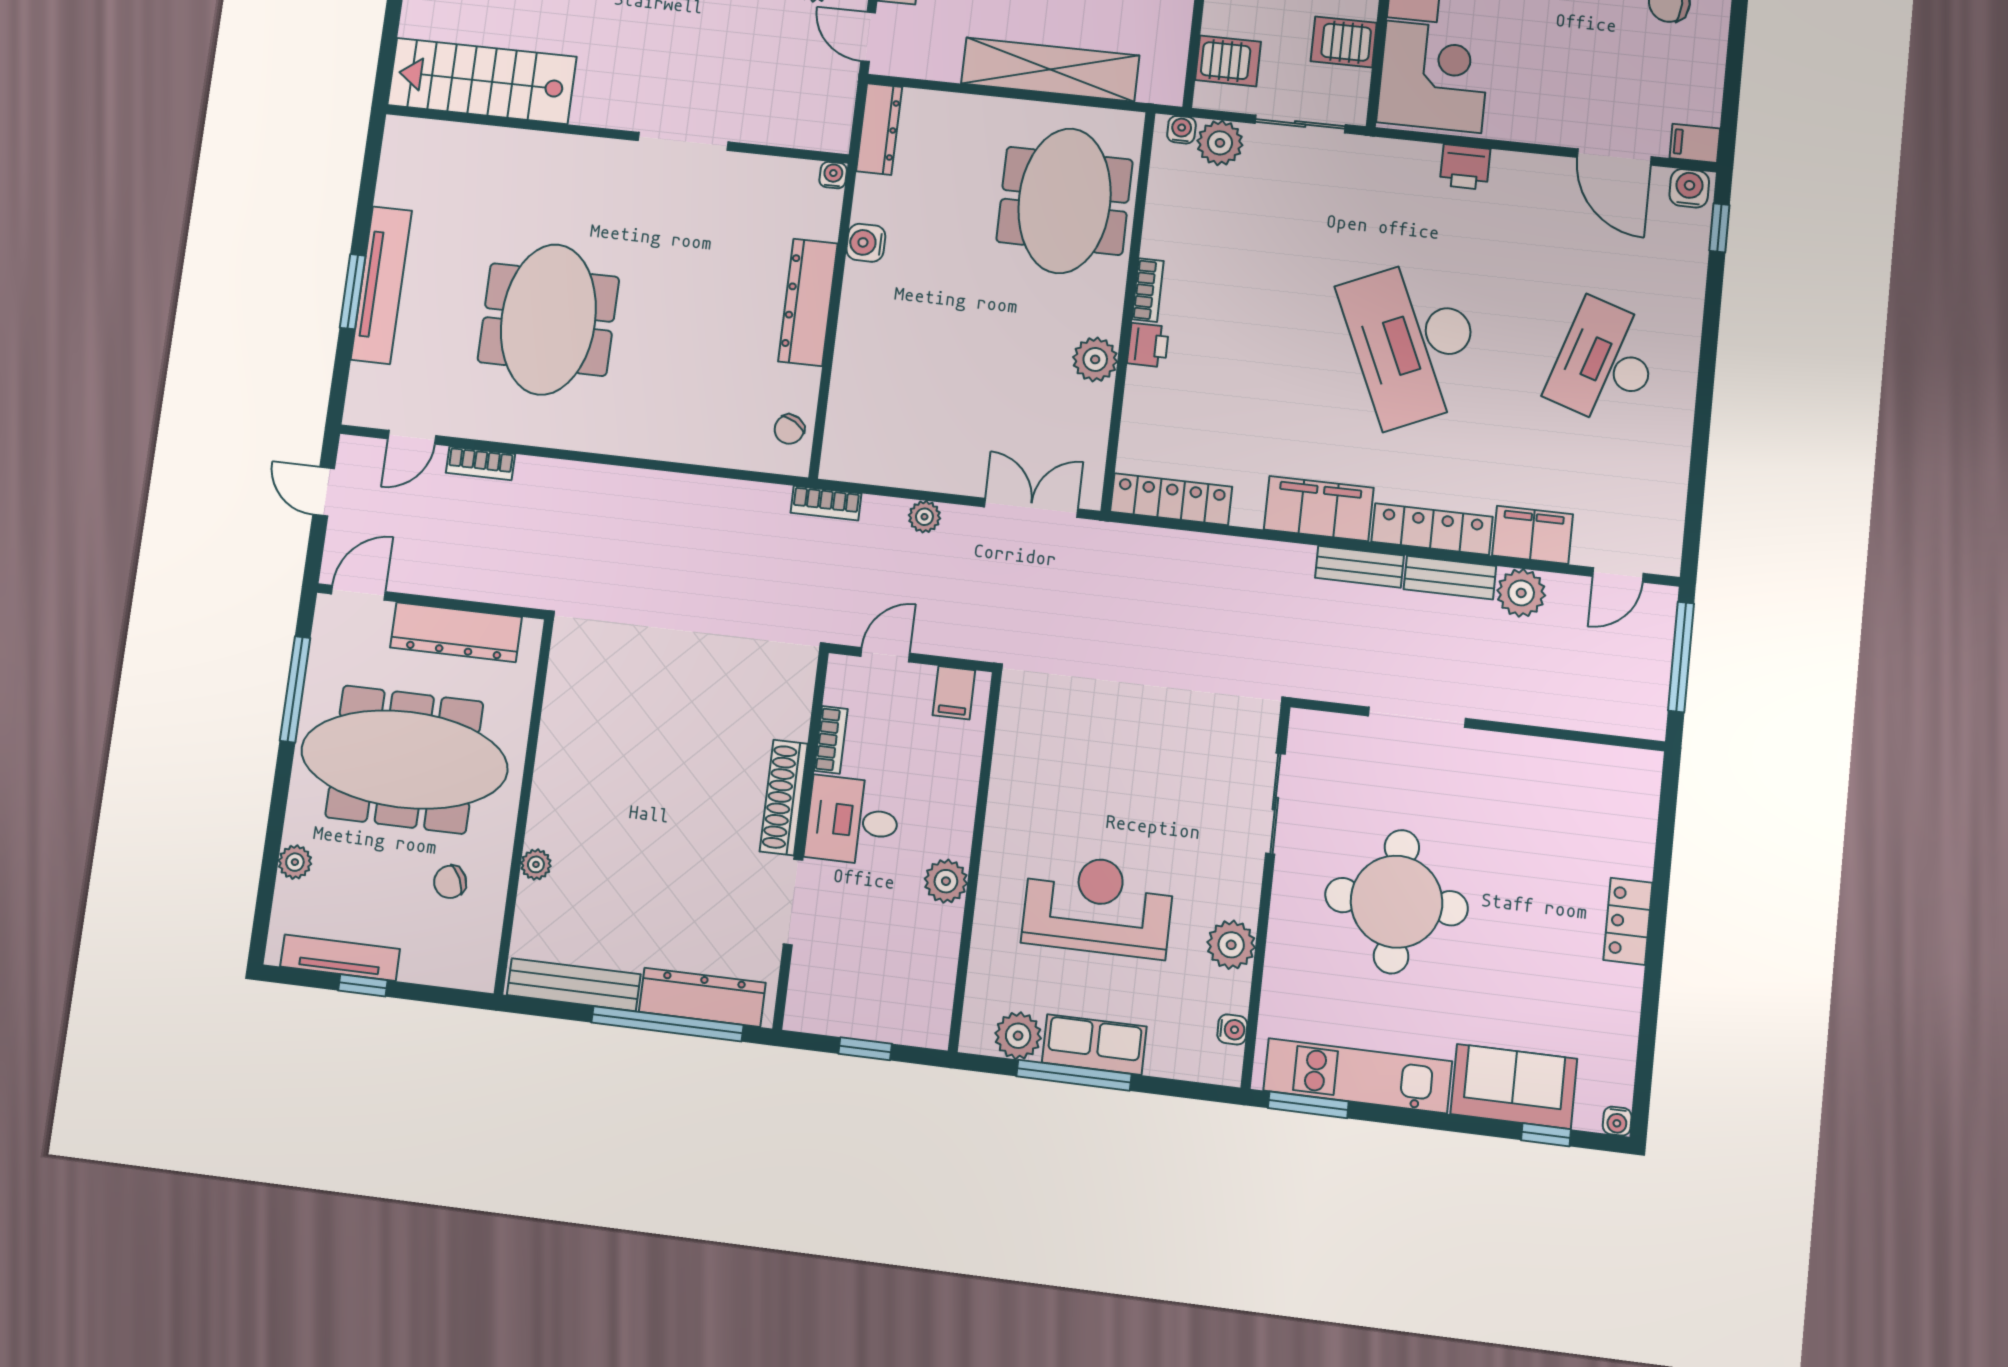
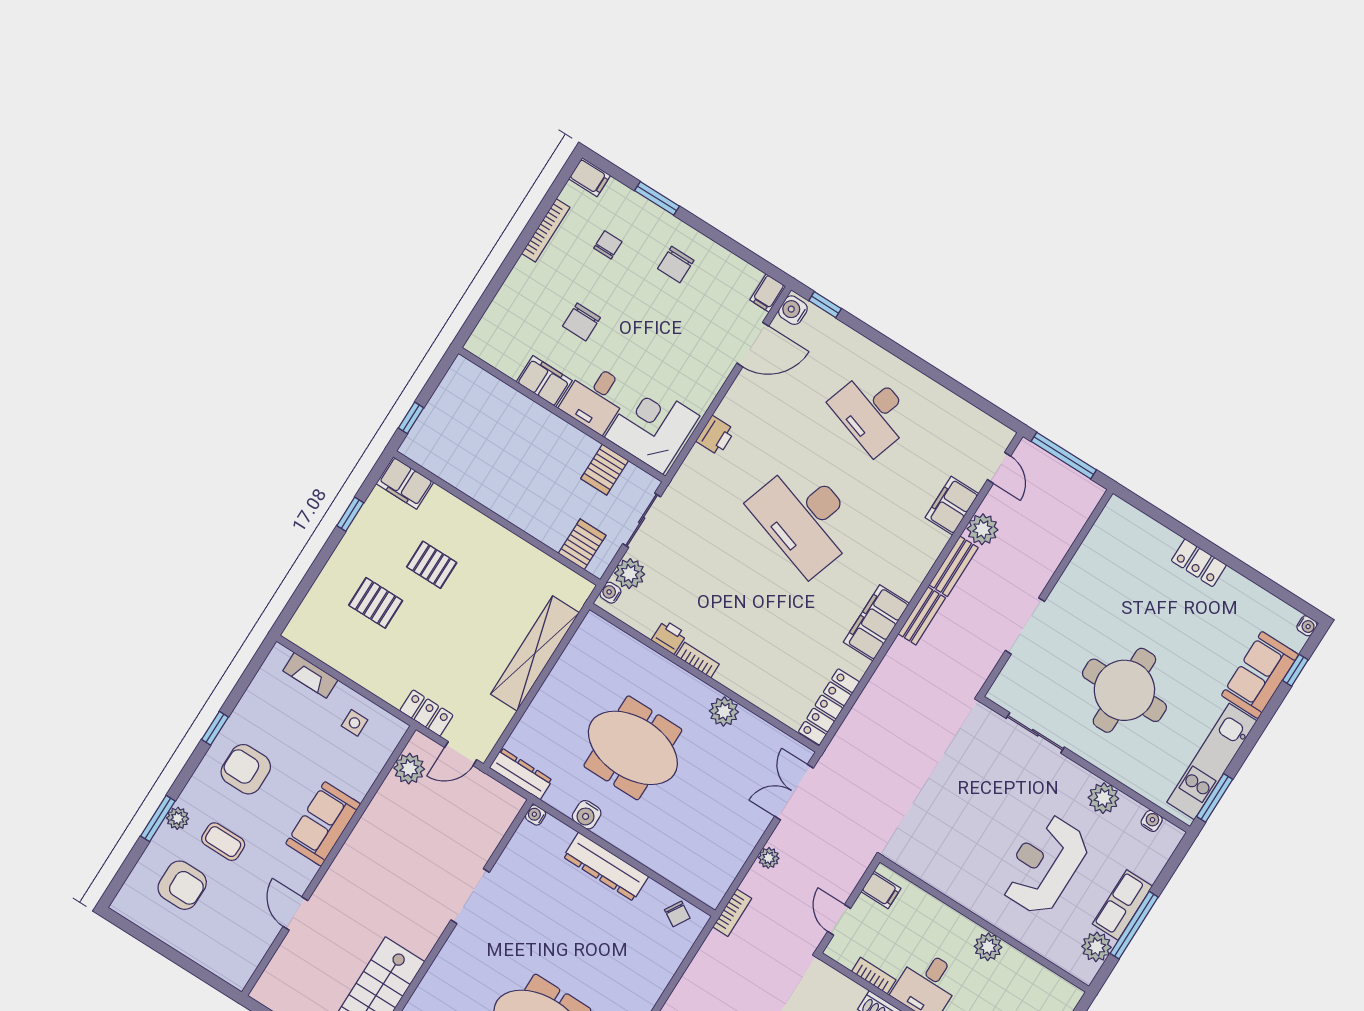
meeting table: (1065, 201) -> (633, 748), moved
desk: (1414, 342) -> (805, 518), turned 42
printer: (1148, 345) -> (669, 637), moved
locker: (1432, 529) -> (920, 563), removed

